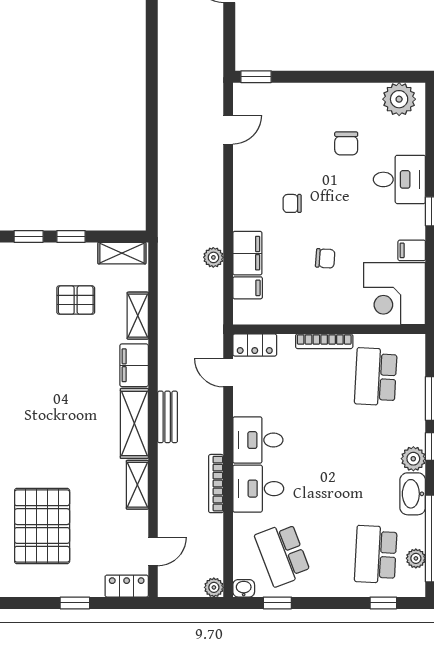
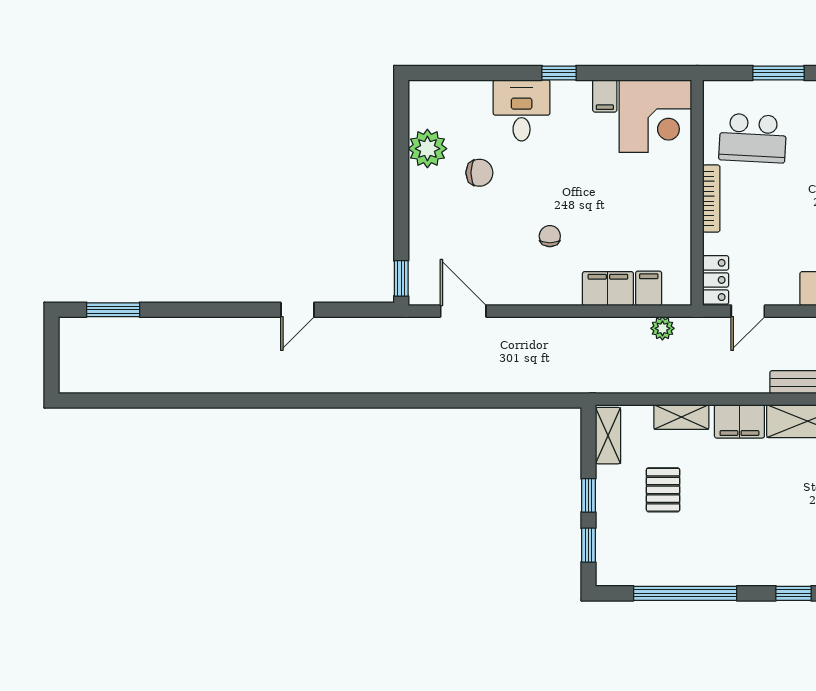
plant: (399, 99) -> (427, 149), moved
door: (228, 130) -> (463, 311), width x1.37
chair: (292, 203) -> (550, 236), turned 180
plant: (213, 257) -> (662, 328), moved
chair: (325, 258) -> (614, 197), removed

